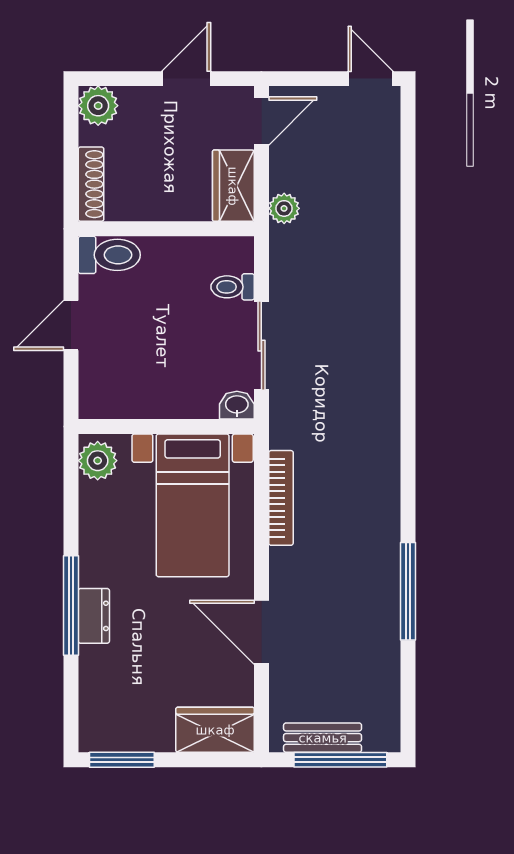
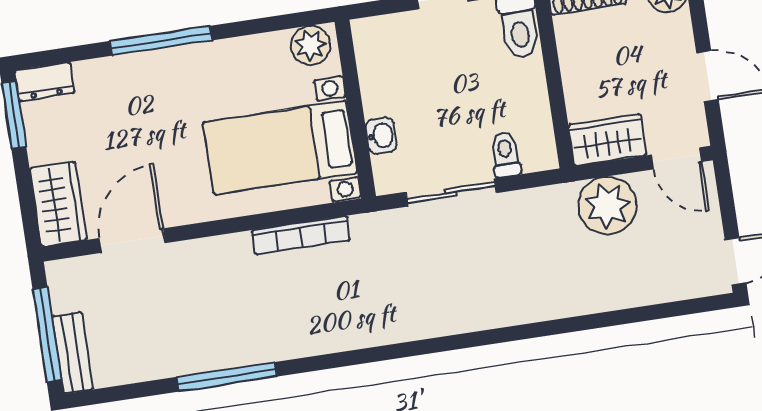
plant: (284, 208) -> (607, 206), width x1.87, depth x1.87
washbasin: (237, 405) -> (381, 136), moved
dresser: (94, 616) -> (45, 82), moved
door: (261, 632) -> (132, 241), moved
bench: (323, 738) -> (73, 353), moved

